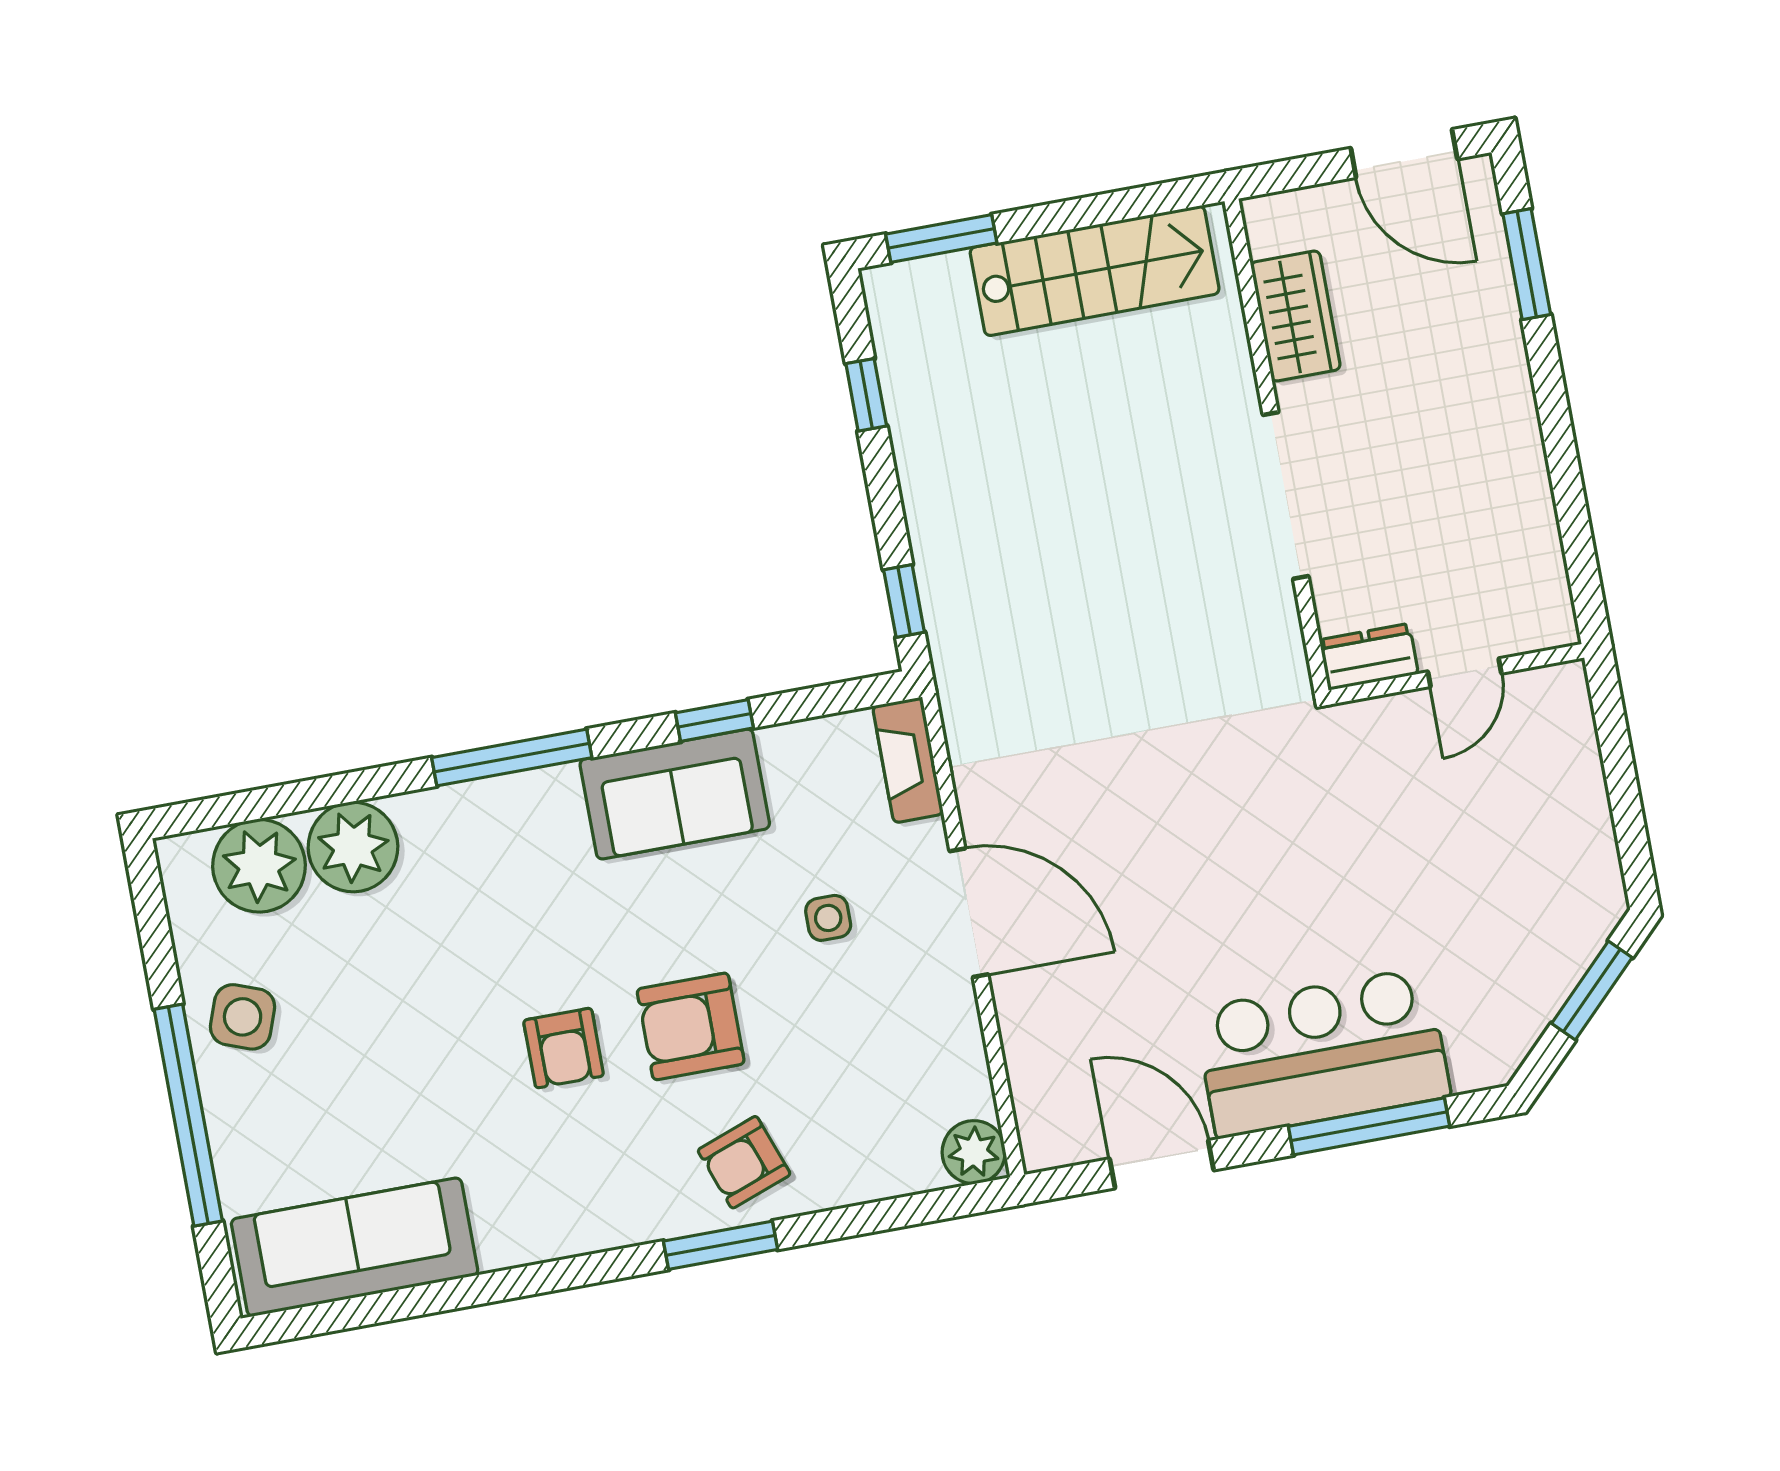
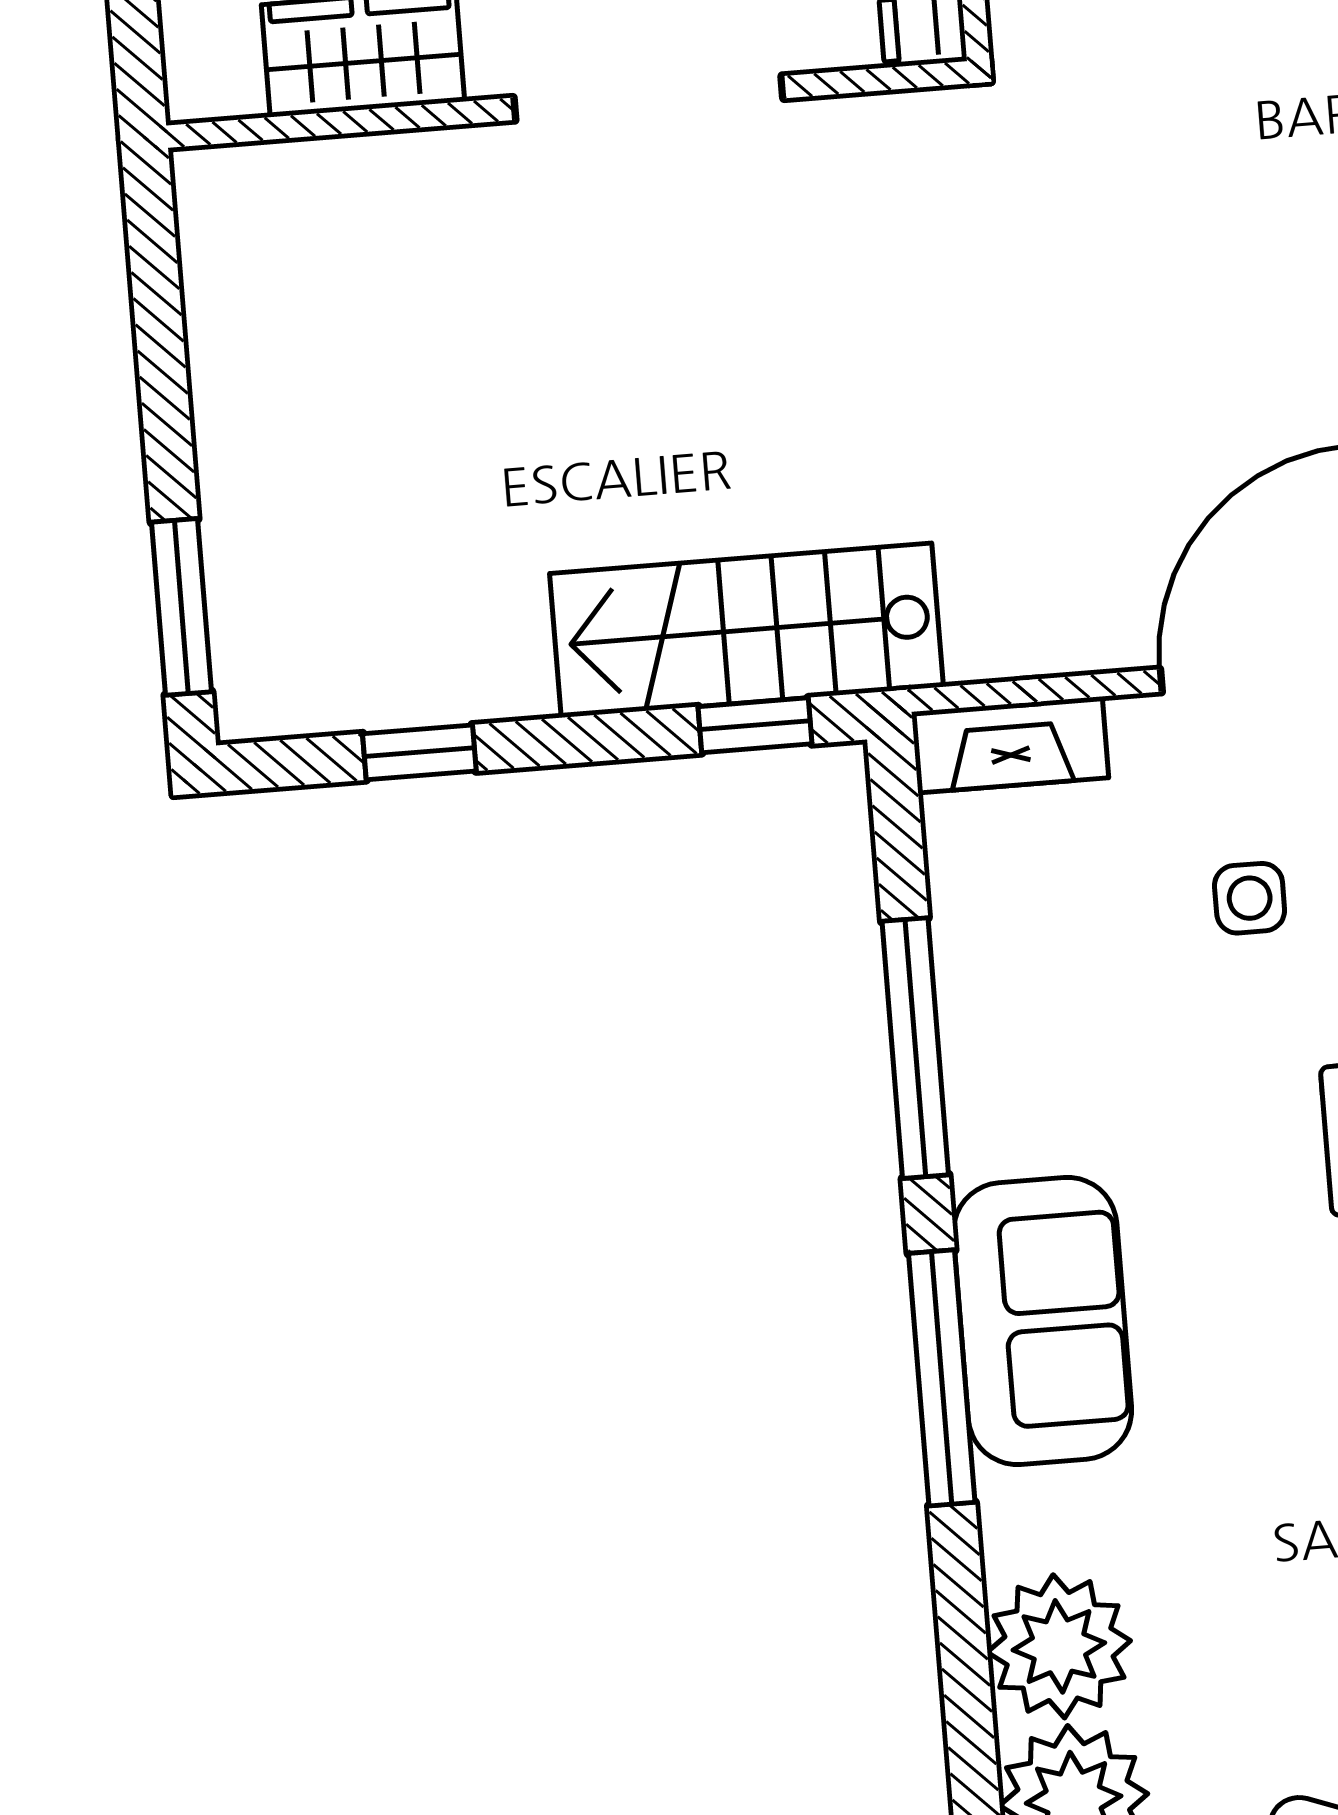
stairs: (1095, 271) -> (746, 630), moved, turned -90
window: (714, 720) -> (915, 1048), width x2.17
sofa: (675, 794) -> (1042, 1321), moved

